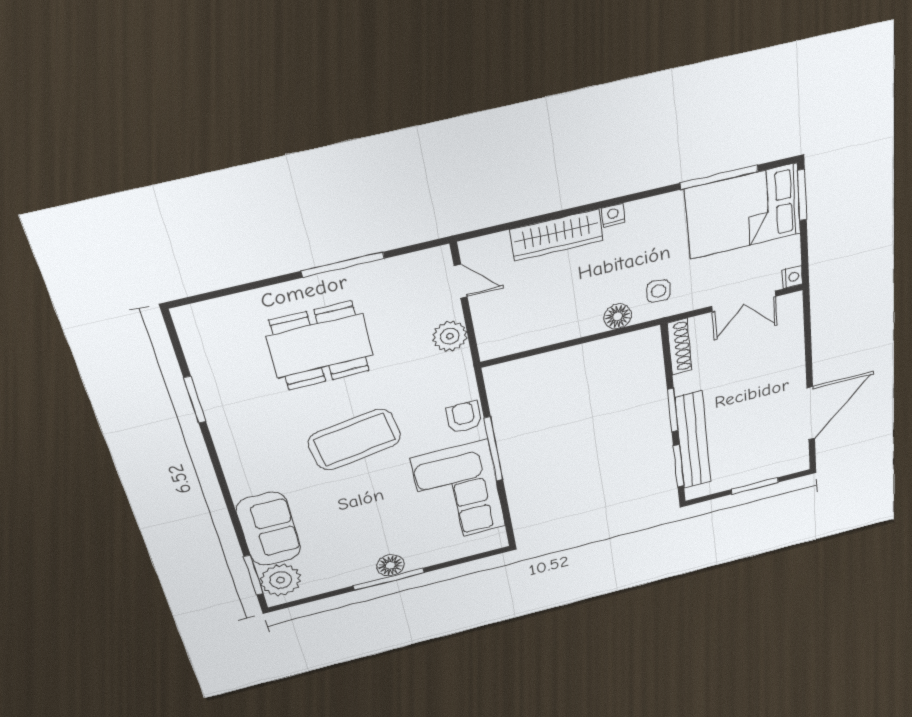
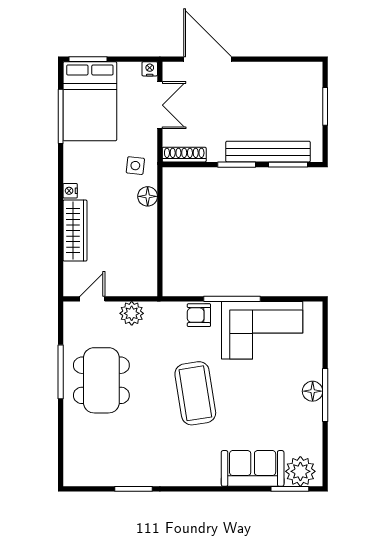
dining table: (320, 346) -> (101, 380), moved
door: (811, 413) -> (207, 59), moved

